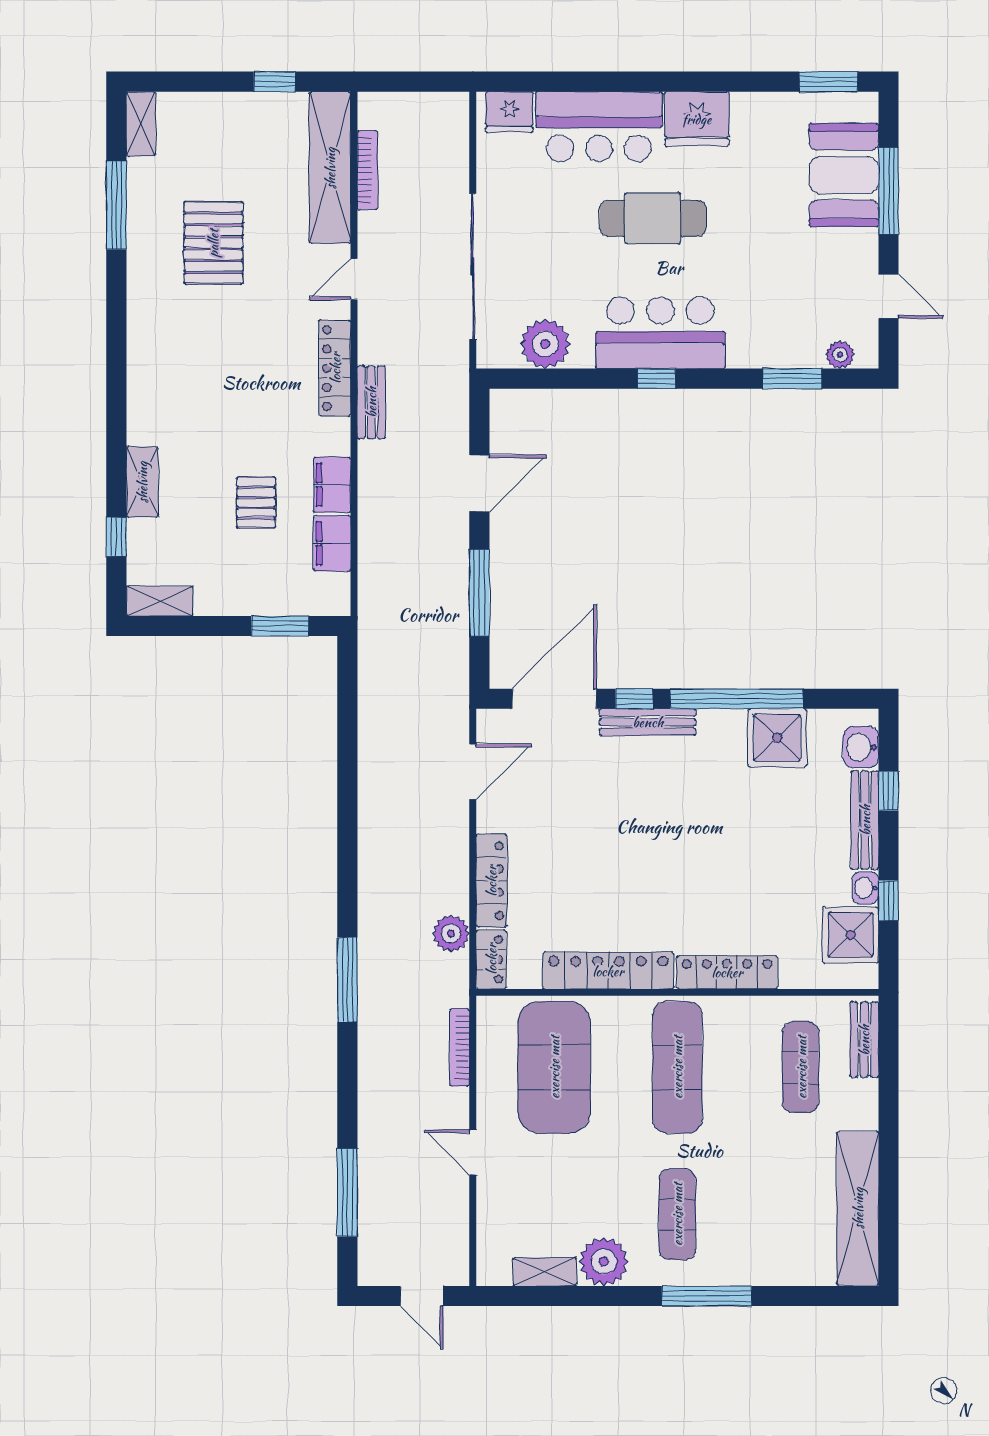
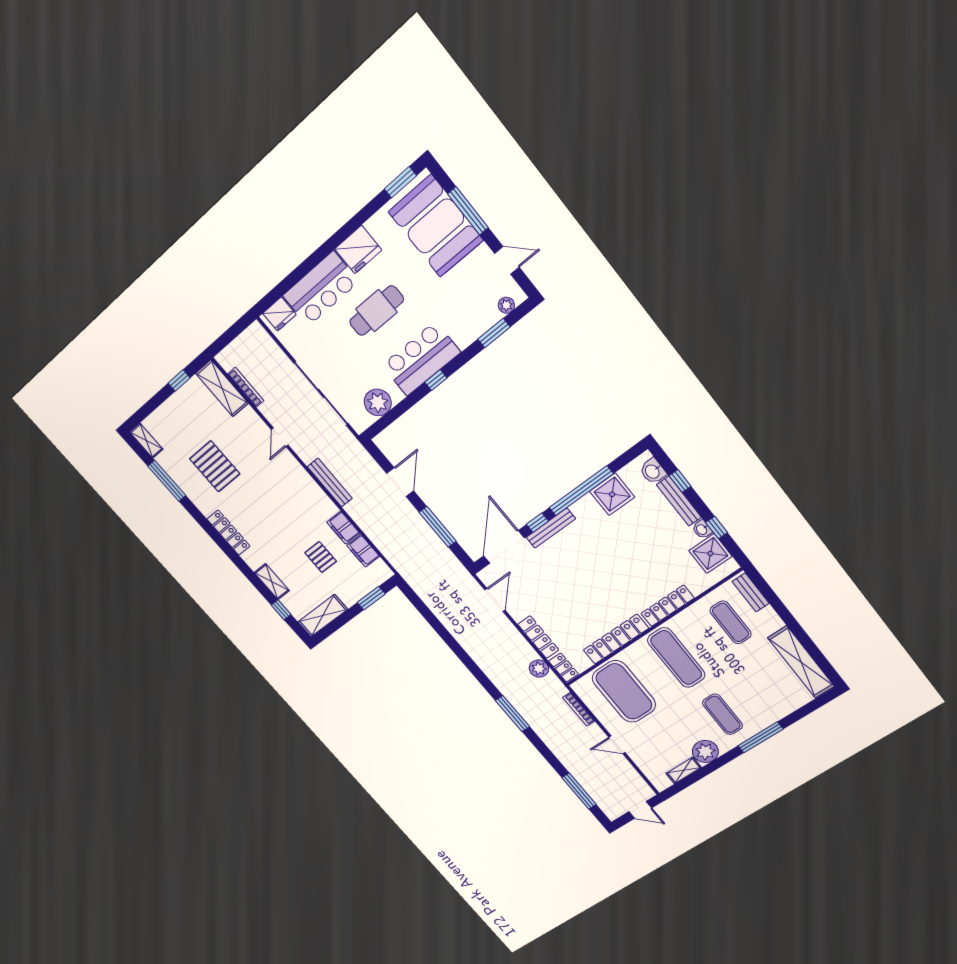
shelving: (330, 168) -> (222, 388), width x0.68
booth: (844, 175) -> (436, 226), width x1.36, depth x1.42
locker: (335, 368) -> (228, 533), moved, turned 180
bench: (371, 402) -> (330, 483), width x1.36
shelving: (160, 601) -> (323, 616), width x1.50, depth x1.33

